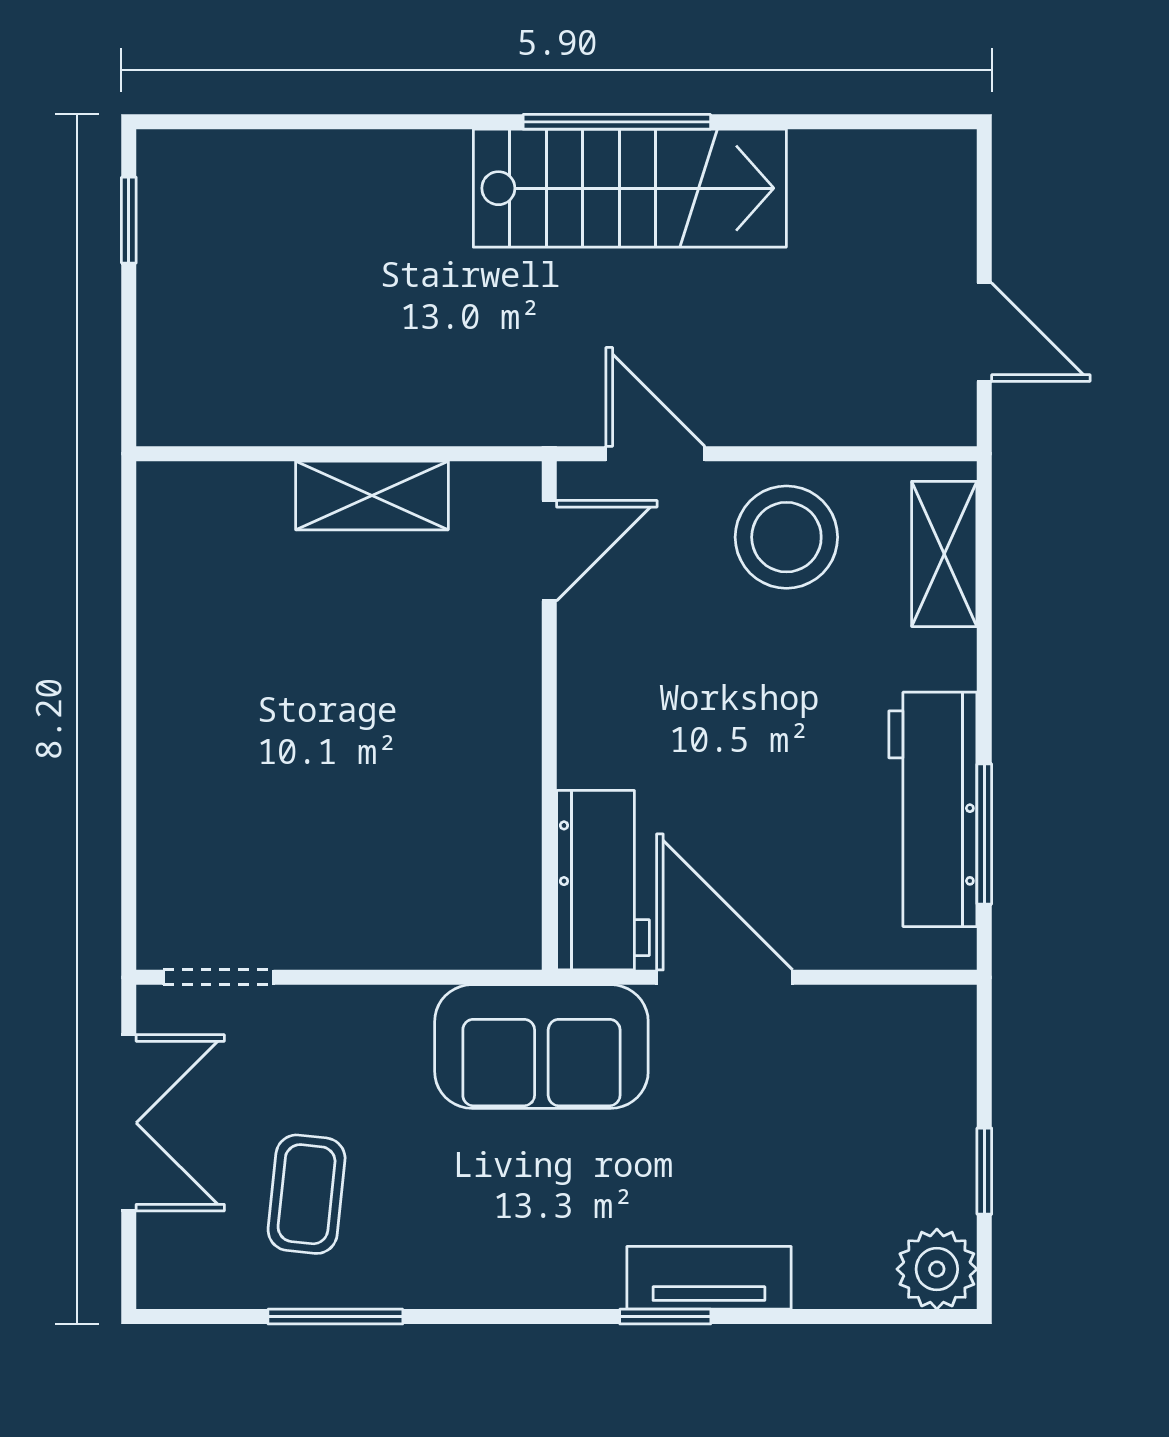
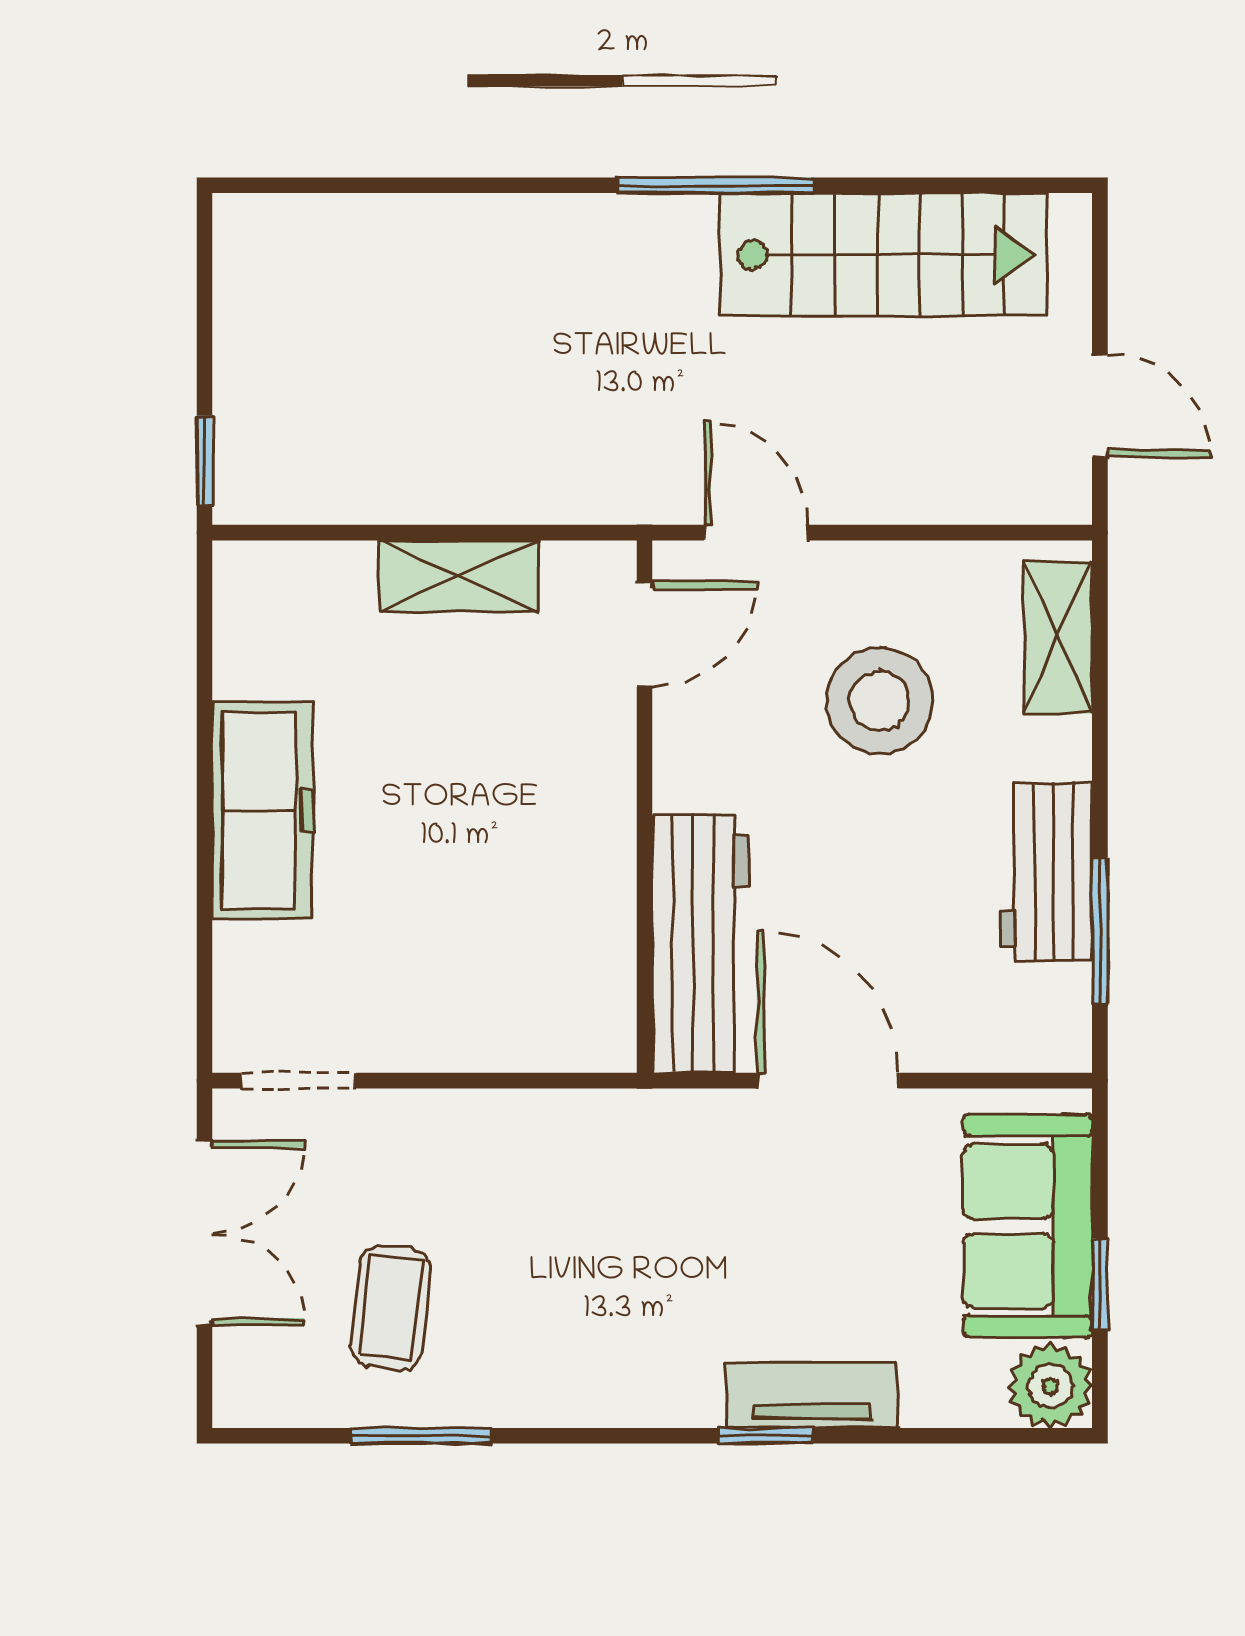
stairs: (630, 188) -> (884, 255), moved
window: (129, 220) -> (205, 461), moved
stool: (786, 537) -> (879, 701), moved
freezer: (184, 719) -> (263, 811), added
workbench: (933, 809) -> (1046, 871), width x0.73
workbench: (603, 880) -> (701, 944), width x1.37
sofa: (541, 1046) -> (1028, 1226), moved, turned 90

